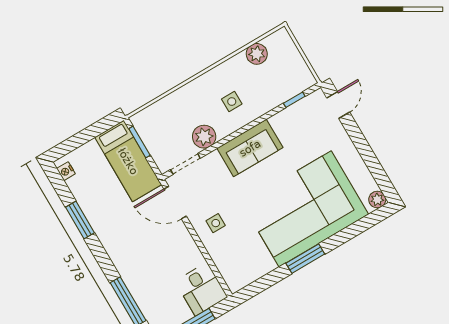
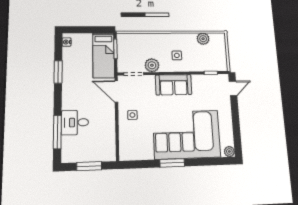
desk: (201, 289) -> (75, 122), moved, turned 90

